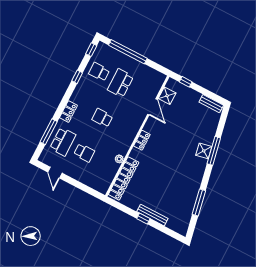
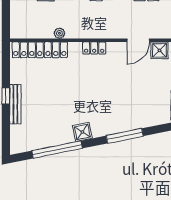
shower: (204, 151) -> (82, 132), moved
window: (199, 202) -> (57, 150), width x1.46

